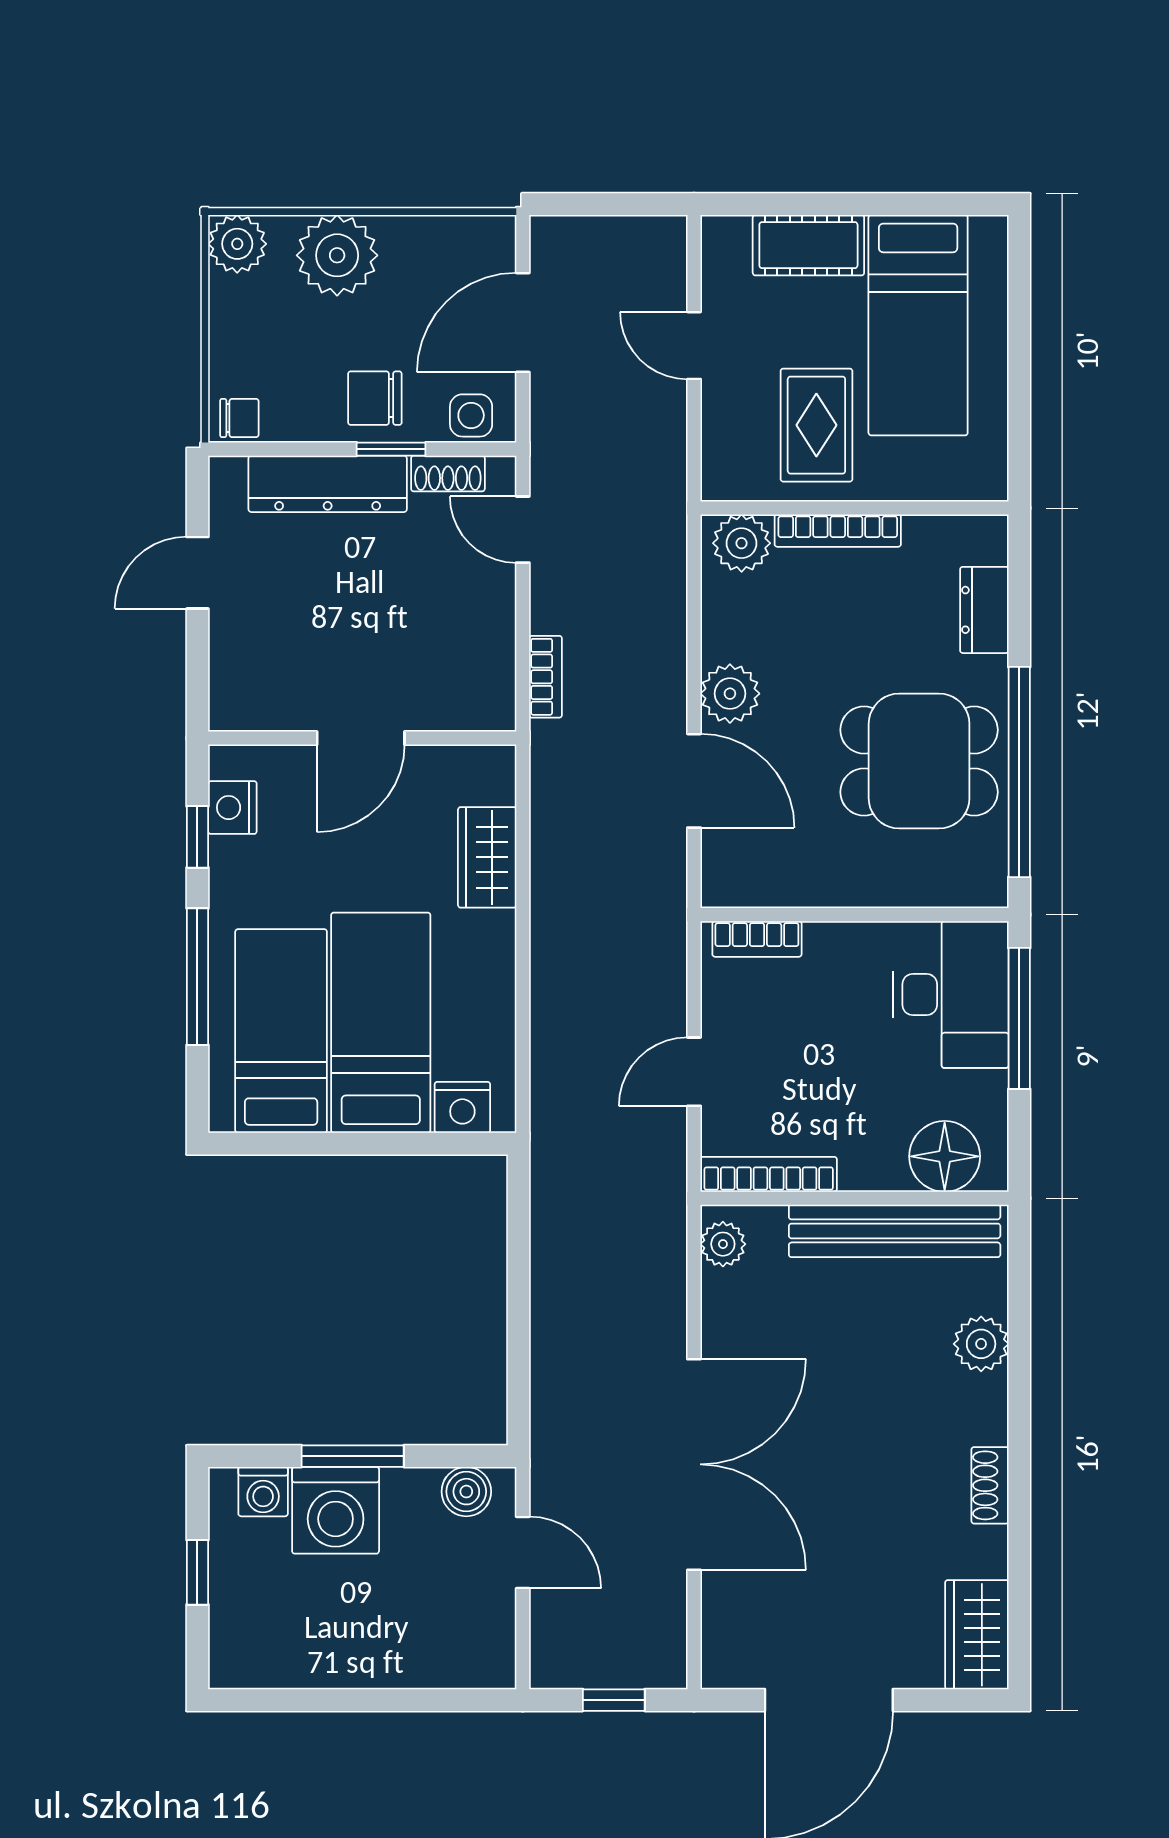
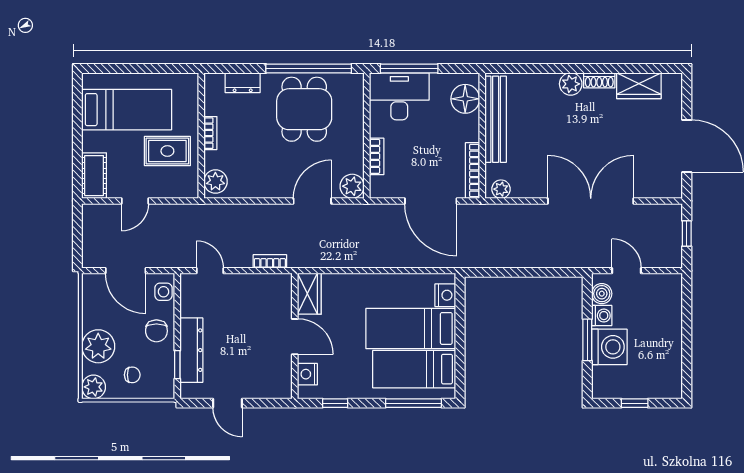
cot: (808, 245) -> (94, 176), moved
chair: (239, 418) -> (132, 375), moved, turned 90
window: (391, 449) -> (177, 365), moved
shoe rack: (448, 473) -> (187, 301), removed
door: (523, 530) -> (210, 271), swing flipped
bookcase: (838, 531) -> (210, 133), width x0.64
plant: (730, 694) -> (352, 186), moved
nightstand: (232, 808) -> (307, 374), moved, turned 90
wardrobe: (487, 857) -> (309, 294), moved, turned -90
bookcase: (757, 939) -> (377, 156), moved
window: (197, 977) -> (413, 403), moved
door: (694, 1072) -> (431, 201), width x1.87
plant: (981, 1344) -> (571, 84), moved
washing machine: (263, 1492) -> (602, 316), moved
door: (523, 1552) -> (627, 271), hinge flipped
wardrobe: (977, 1635) -> (639, 86), moved

